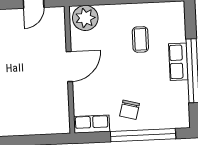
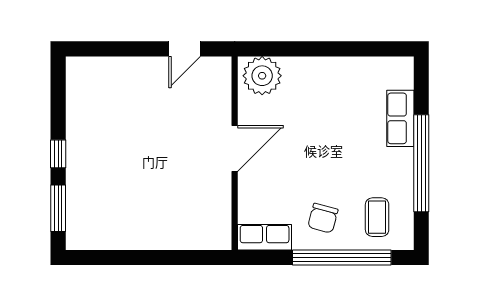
coffee table: (140, 39) -> (377, 217), moved
row of seats: (178, 62) -> (400, 118), moved

